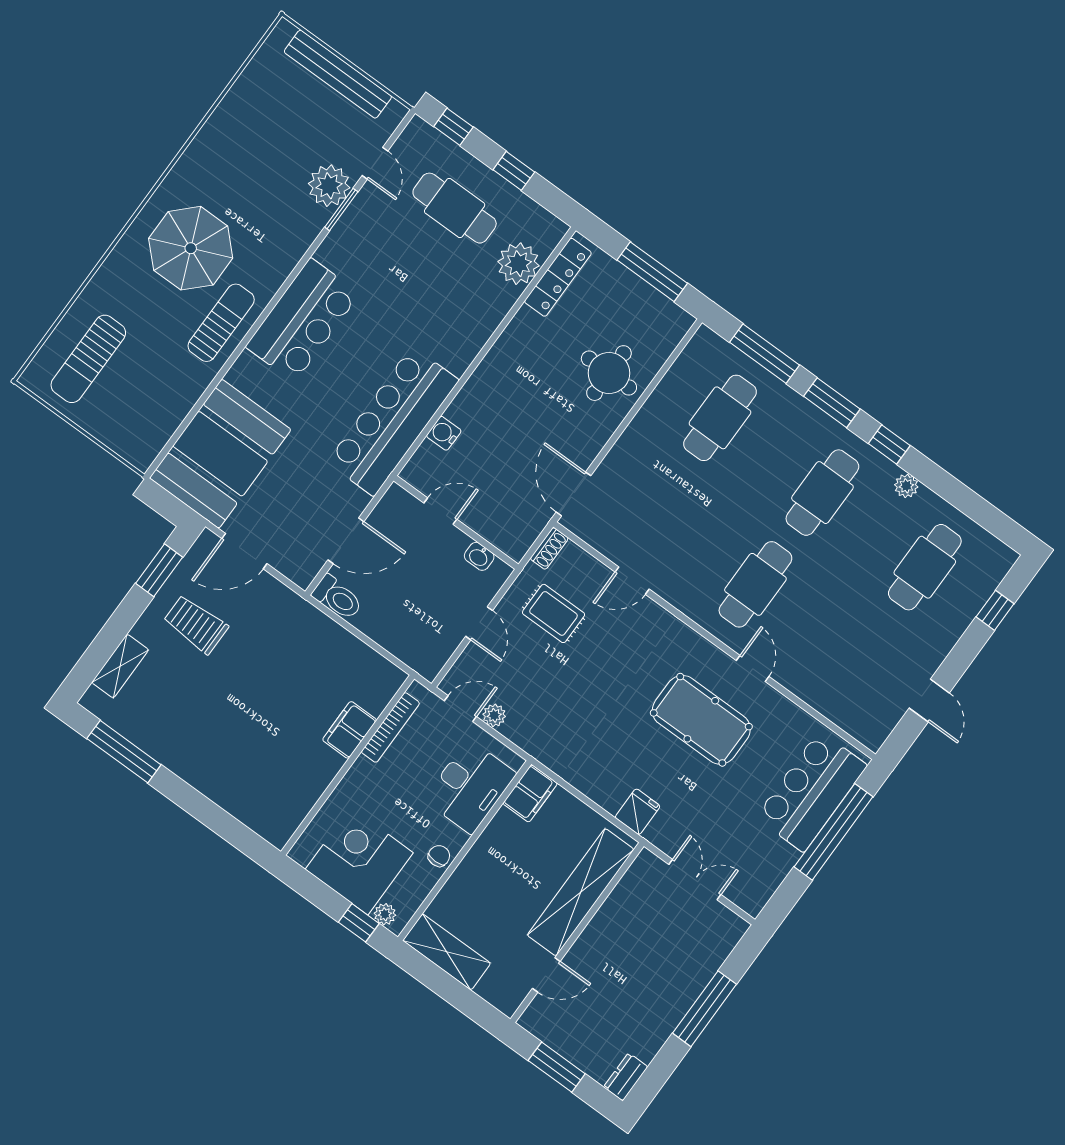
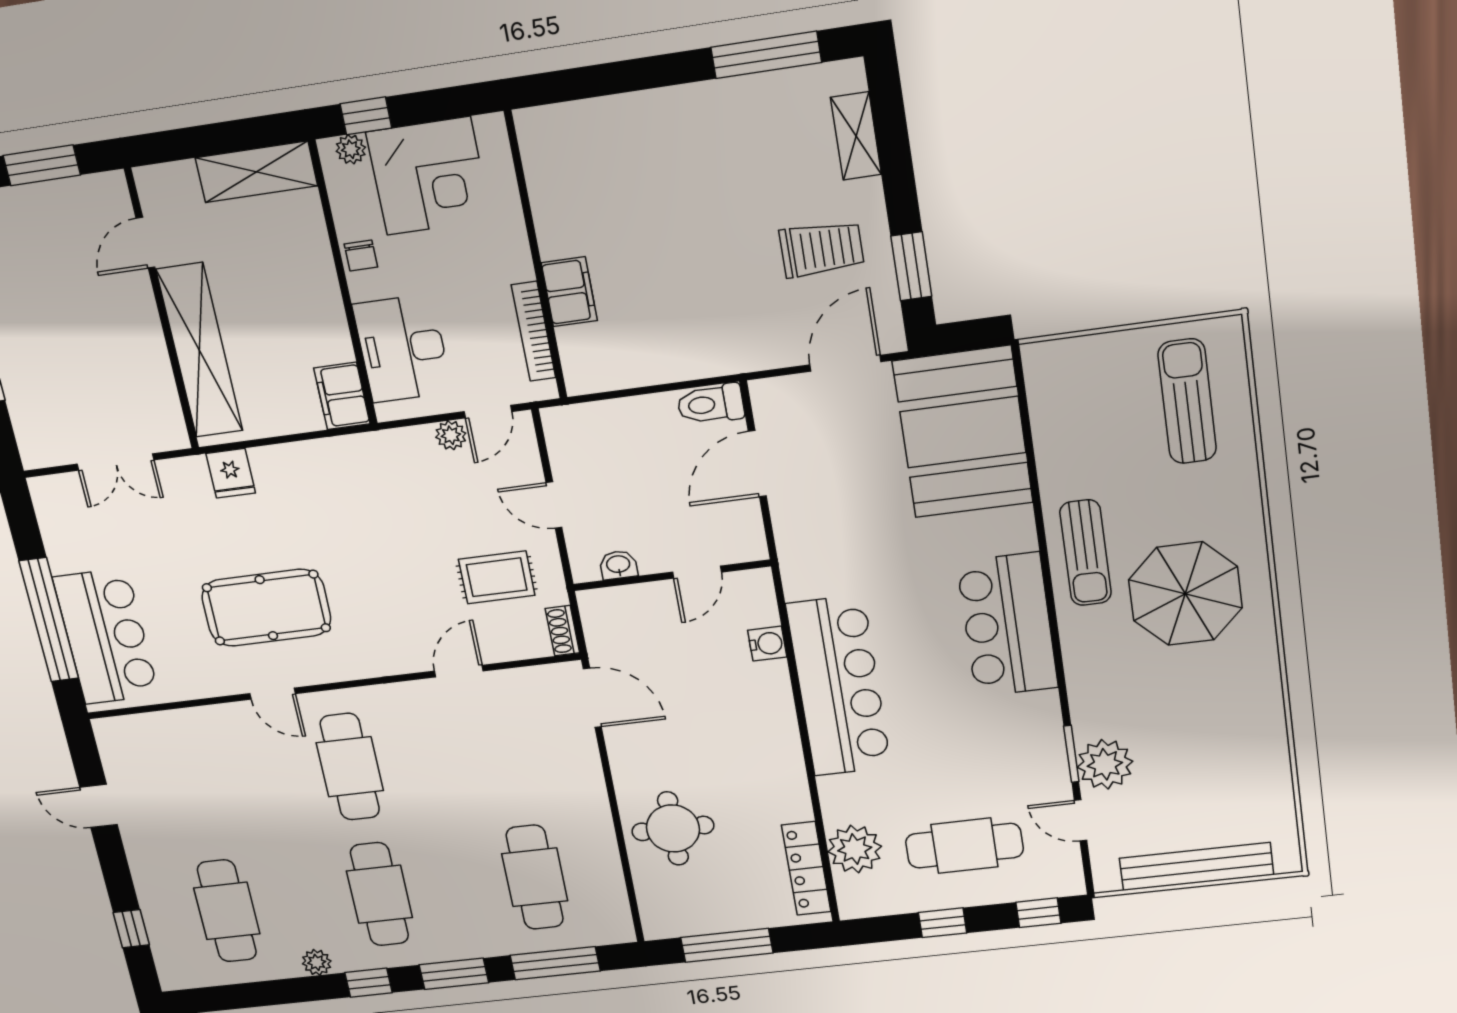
bar counter: (393, 421) -> (839, 686), moved

